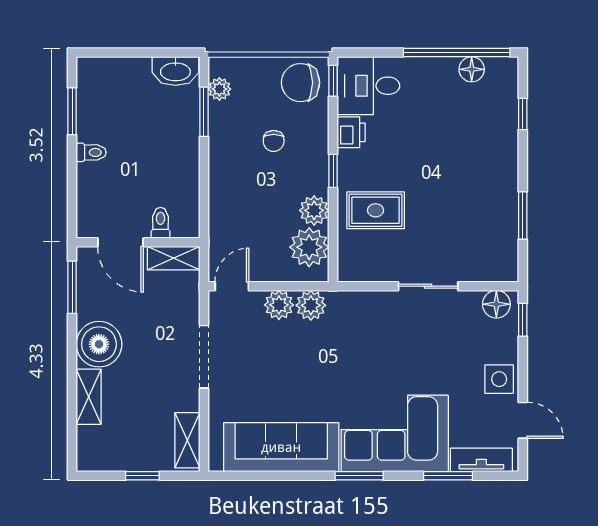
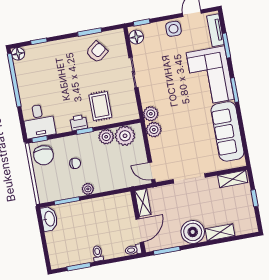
floor lamp: (472, 69) -> (18, 54), moved
plant: (219, 89) -> (88, 189), moved
printer: (351, 132) -> (79, 123), moved
toilet: (161, 223) -> (133, 250), moved
armchair: (482, 223) -> (97, 52), added
plant: (279, 305) -> (151, 114), moved

